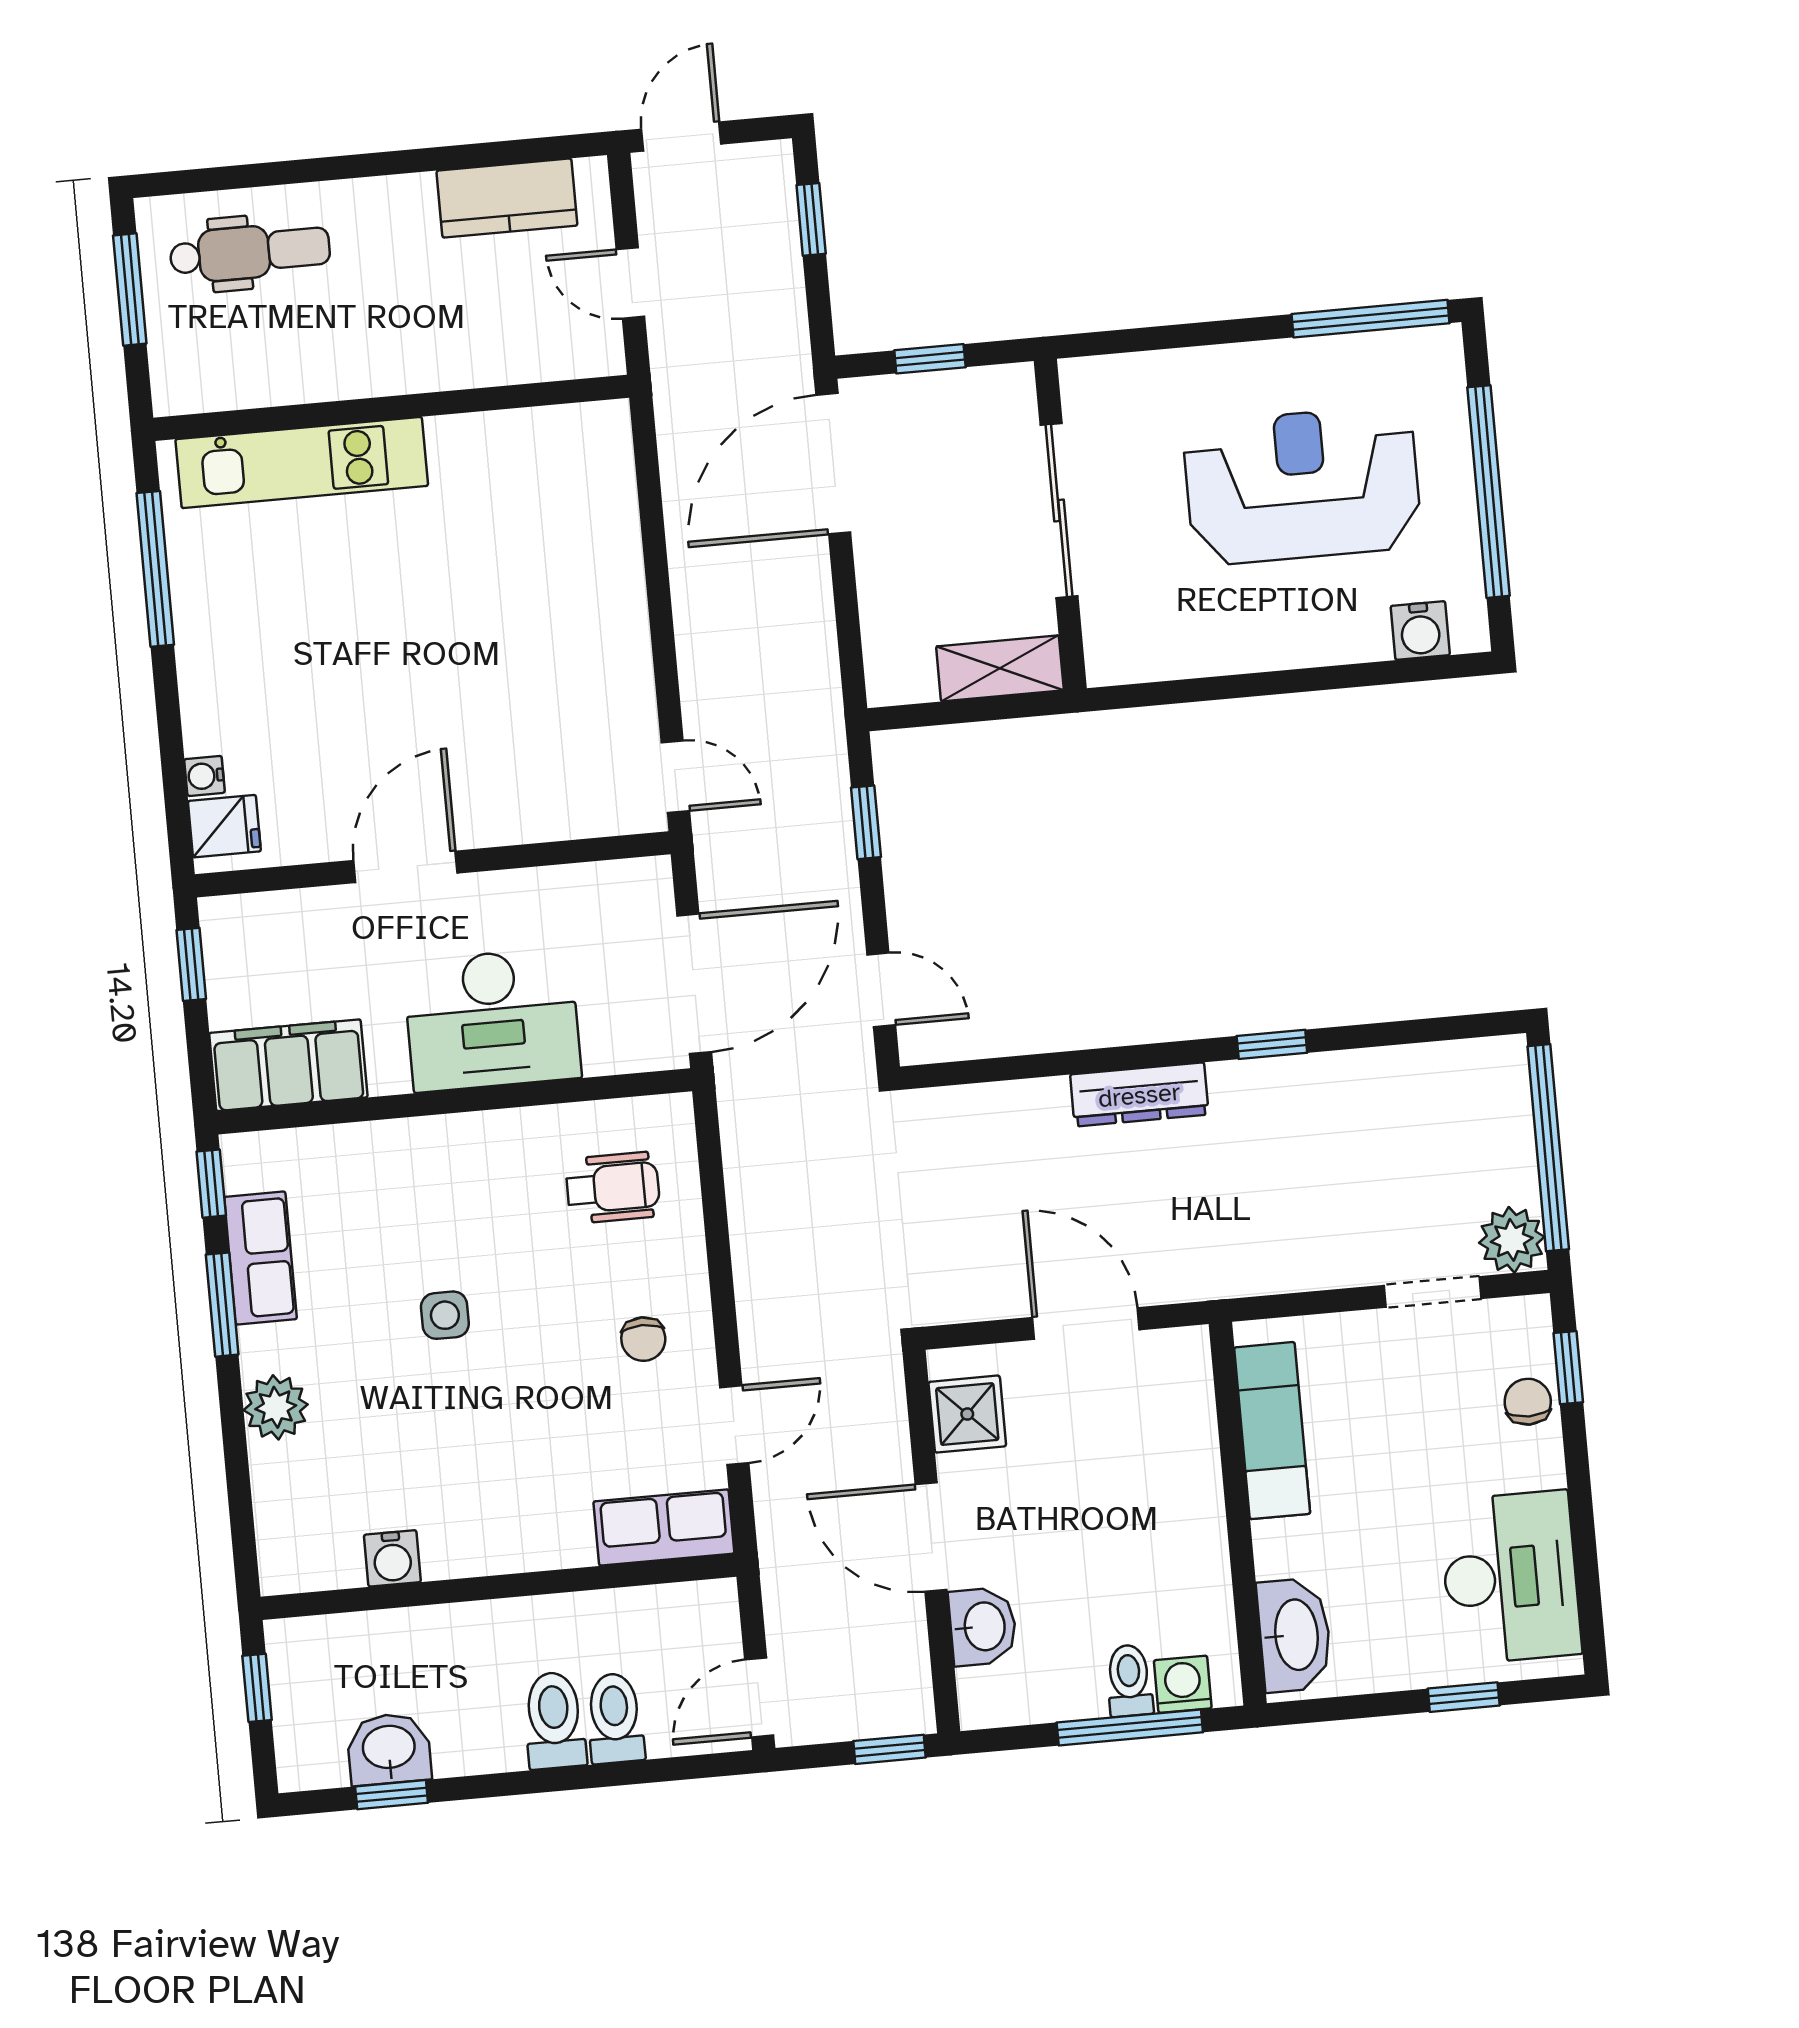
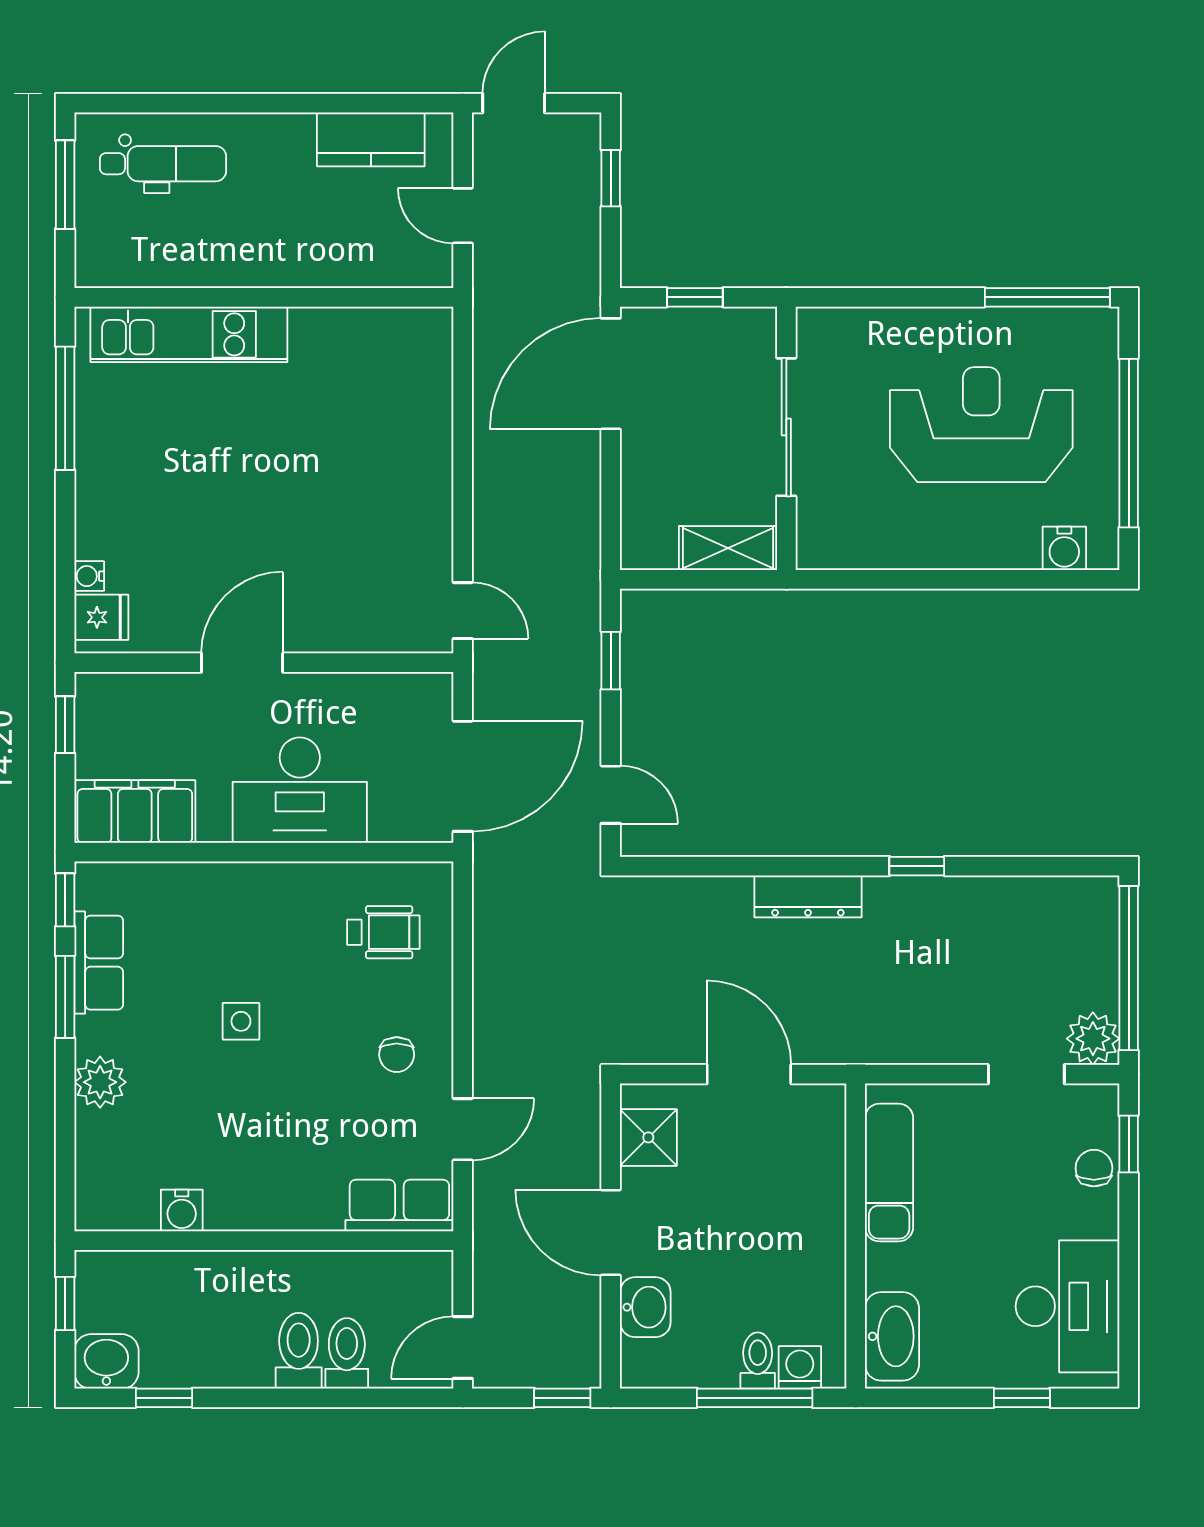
washbasin: (389, 1749) -> (106, 1361), moved

